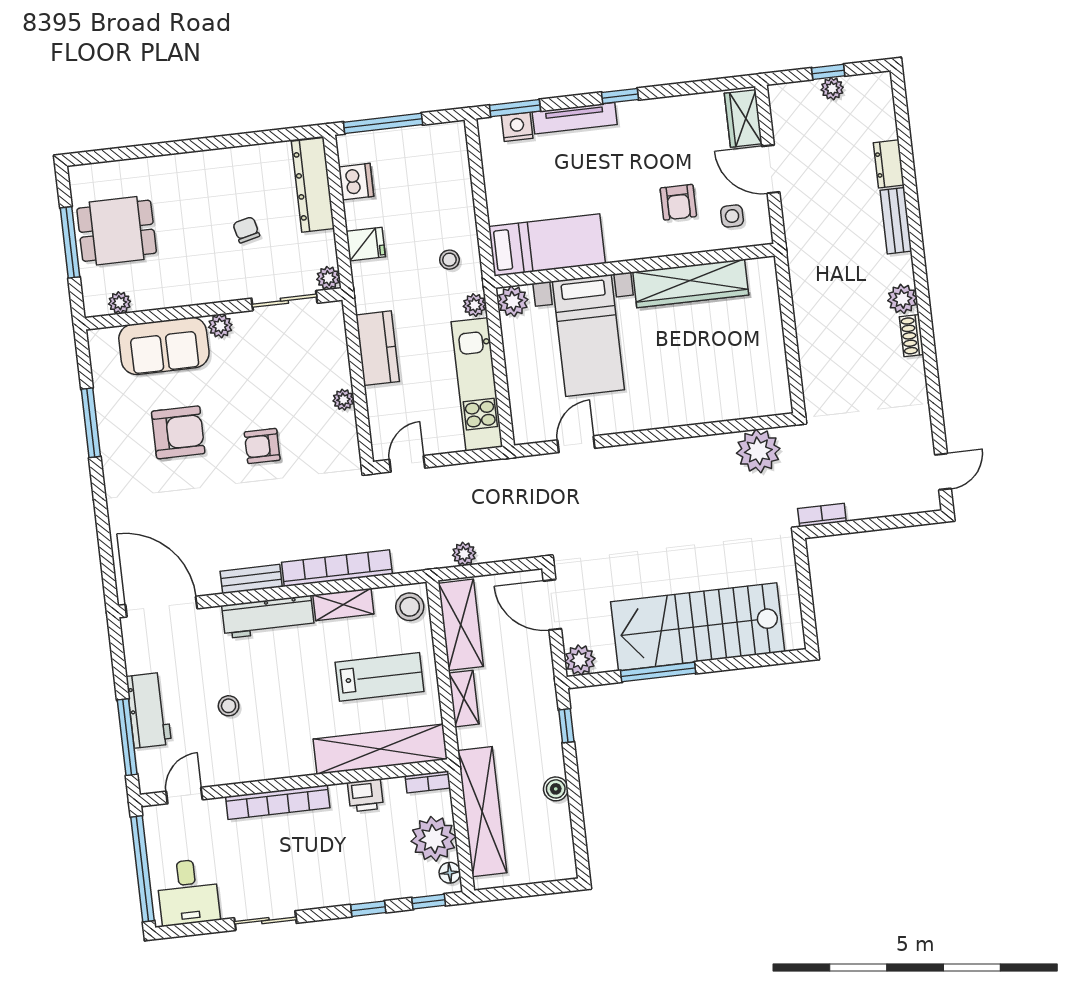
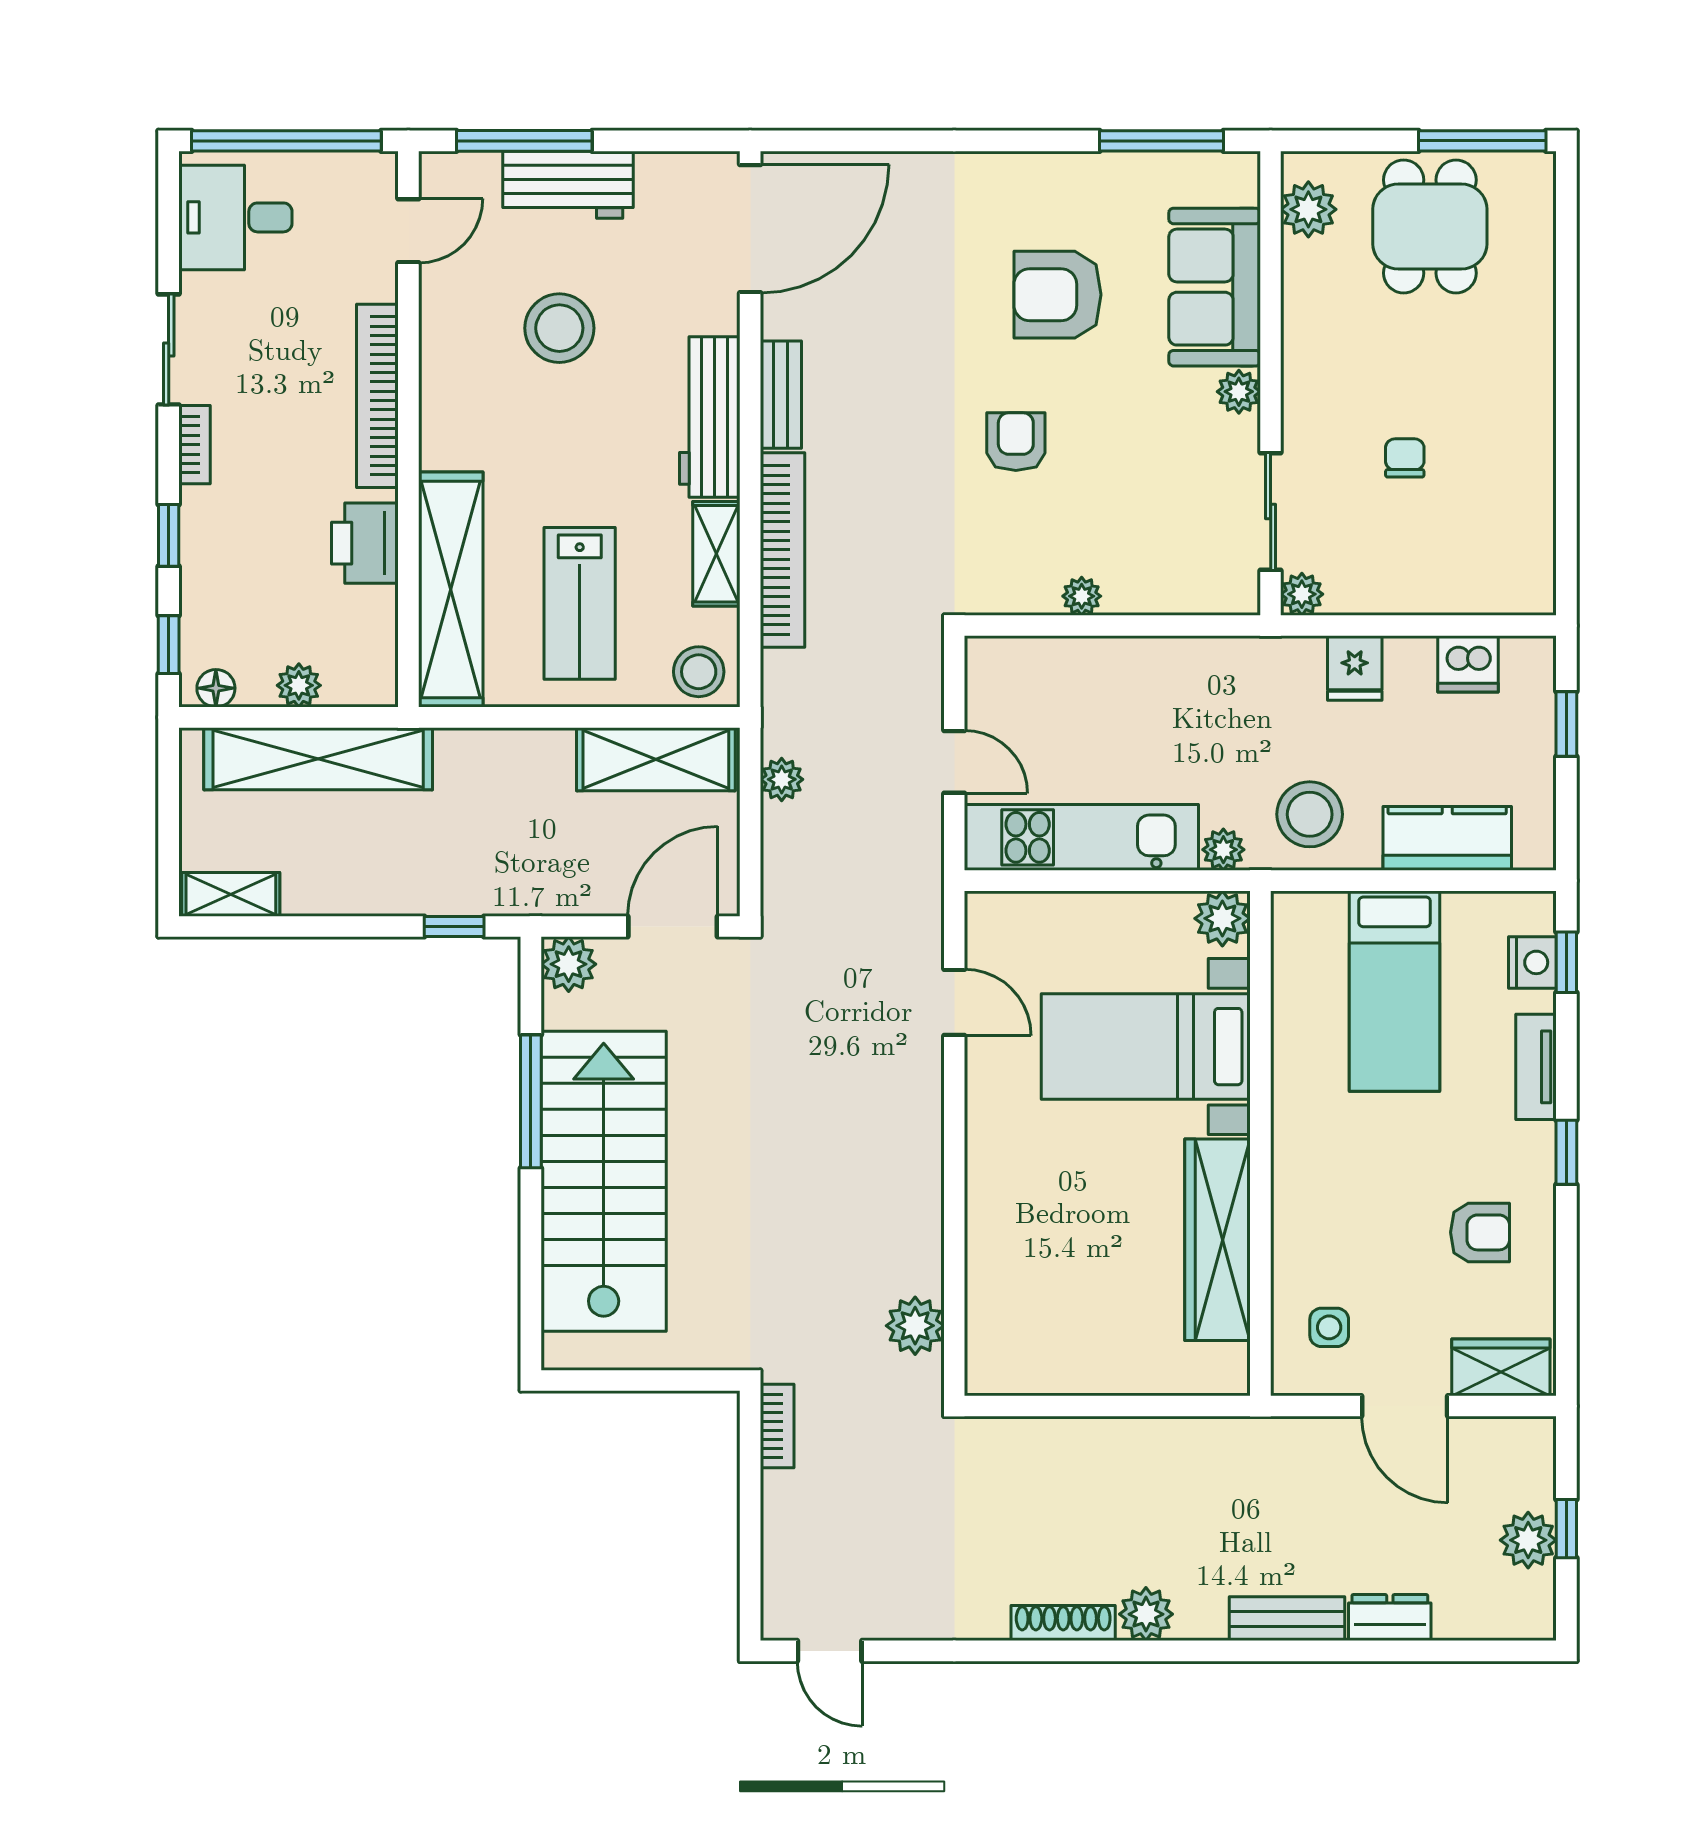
plant: (832, 89) -> (1528, 1540), width x1.38, depth x1.38
window: (515, 108) -> (1566, 962), width x0.67
tv unit: (575, 118) -> (1536, 1067), width x0.71
window: (383, 123) -> (1566, 724), width x0.46
door: (771, 169) -> (1405, 1406), swing flipped
dresser: (313, 185) -> (1471, 586), removed
armchair: (678, 202) -> (1480, 1232), moved, turned 180
chair: (246, 230) -> (1405, 458), turned -76
window: (70, 242) -> (1482, 141), moved
bed: (547, 245) -> (1395, 991), moved
stool: (449, 260) -> (1310, 814), width x1.89, depth x1.89
plant: (120, 303) -> (1308, 209), width x1.38, depth x1.38
shoe rack: (912, 336) -> (1063, 1623), width x1.43
kitchen counter: (378, 348) -> (1447, 838), moved, turned 180
window: (91, 423) -> (1162, 141), moved
armchair: (178, 432) -> (1058, 295), turned 90
plant: (758, 451) -> (915, 1326), width x0.73, depth x0.73
door: (407, 464) -> (954, 762), moved
shelving: (464, 699) -> (231, 894), moved
stool: (229, 706) -> (559, 328), width x1.89, depth x1.89
bookcase: (428, 782) -> (195, 445), moved, turned 180
boiler: (556, 789) -> (344, 895), removed
printer: (365, 795) -> (365, 543), width x1.36, depth x1.24
door: (184, 796) -> (408, 231), hinge flipped
plant: (434, 839) -> (299, 685), width x0.53, depth x0.53

